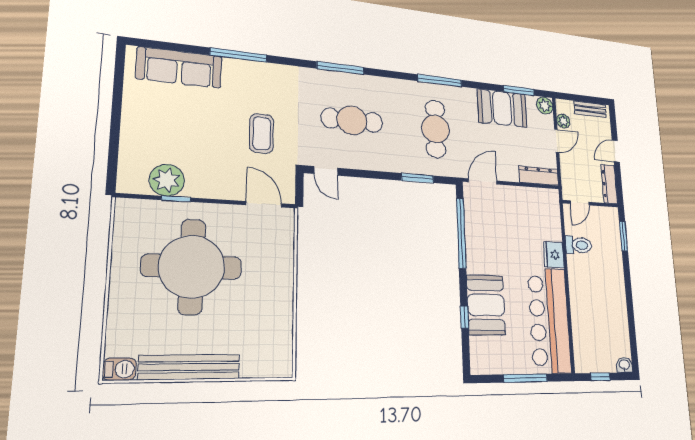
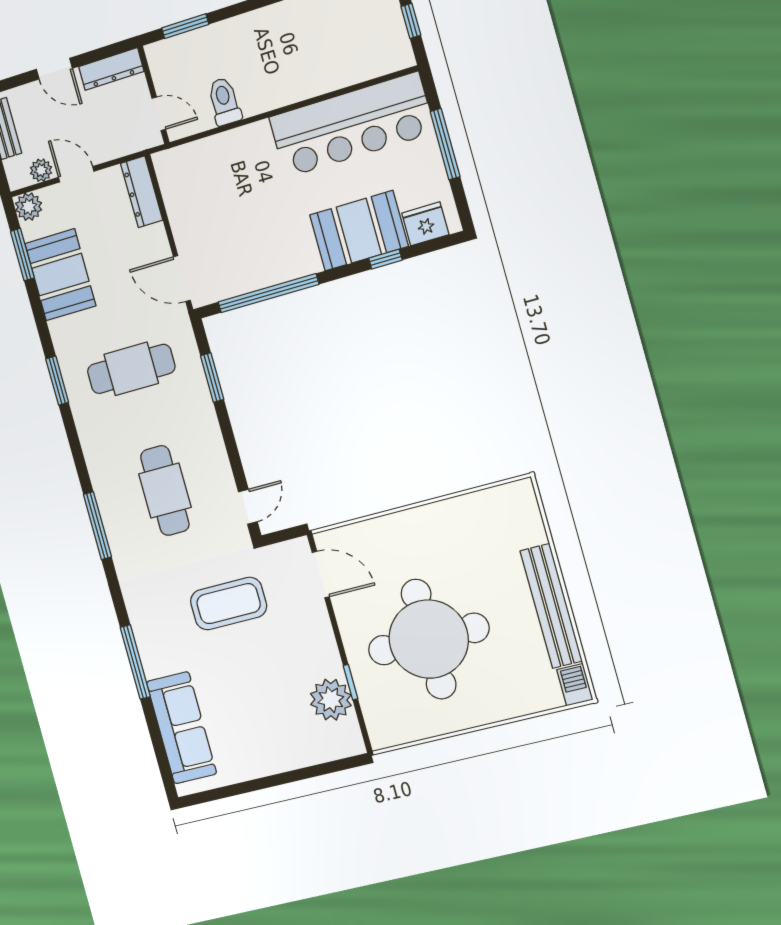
window: (440, 81) -> (57, 381), width x0.69
coffee table: (262, 133) -> (229, 604), width x1.36, depth x1.32
door: (264, 204) -> (321, 575), swing flipped
fridge: (554, 255) -> (425, 224), moved, turned 180

